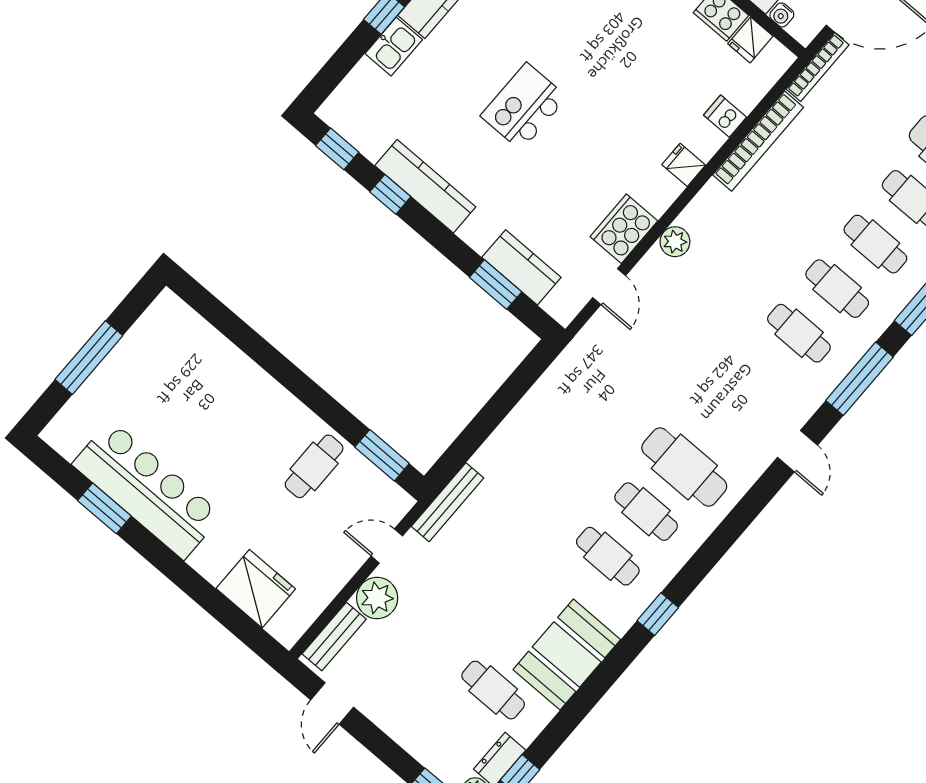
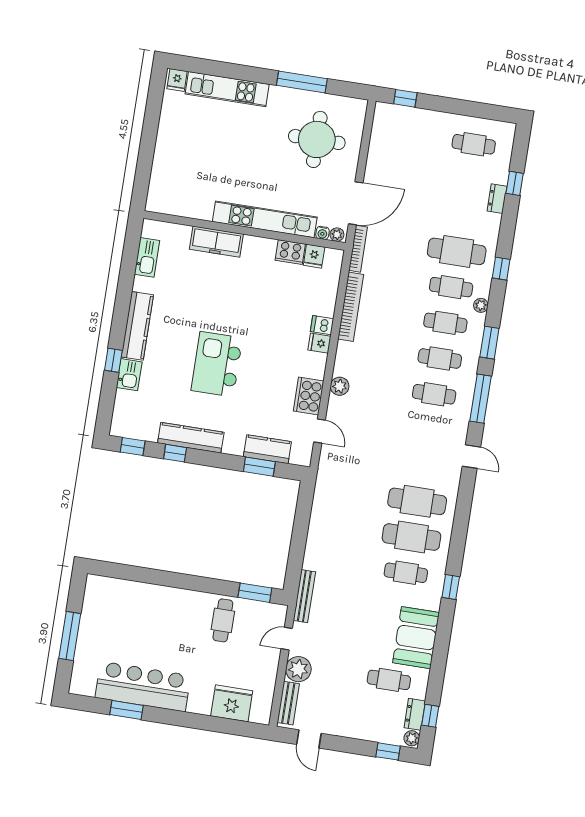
plant: (800, 30) -> (337, 235), added
kitchen island: (524, 107) -> (217, 364), width x1.37, depth x1.28
dishwasher: (725, 116) -> (322, 325), moved
cafe table: (646, 512) -> (411, 537), width x1.37, depth x1.35

